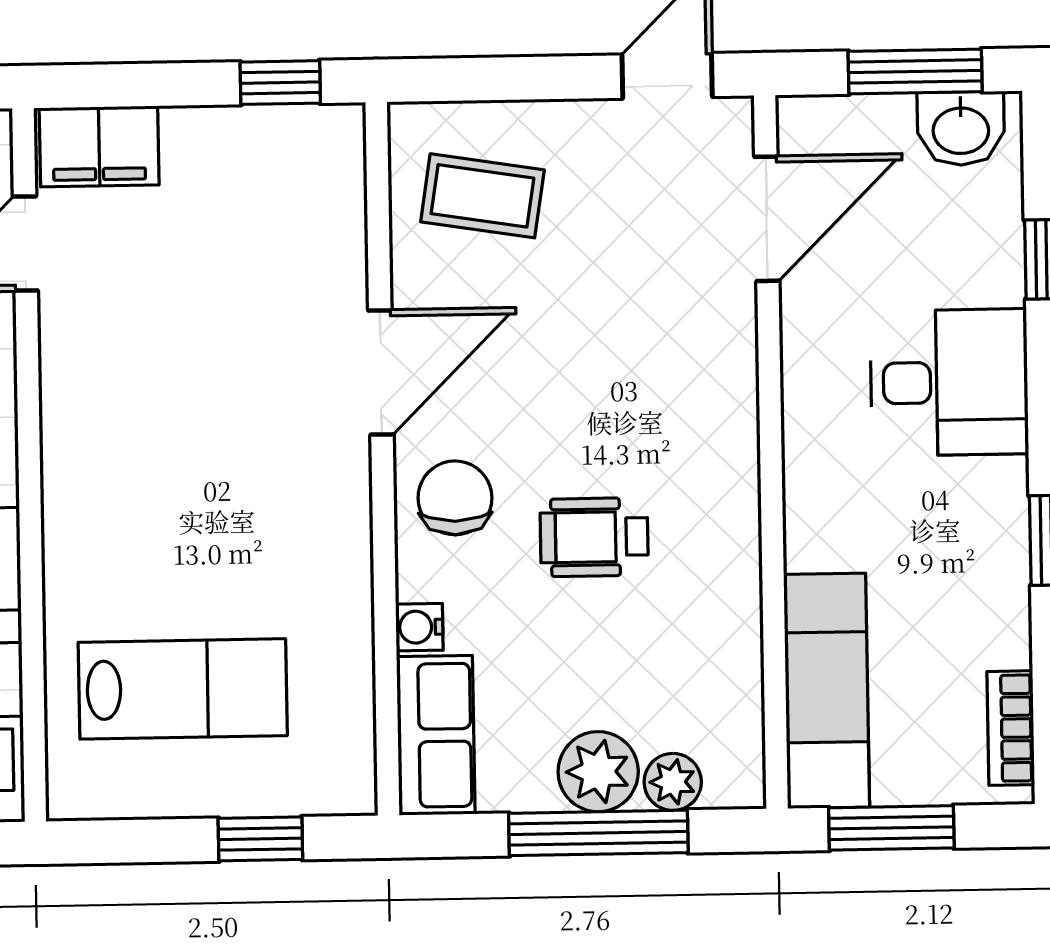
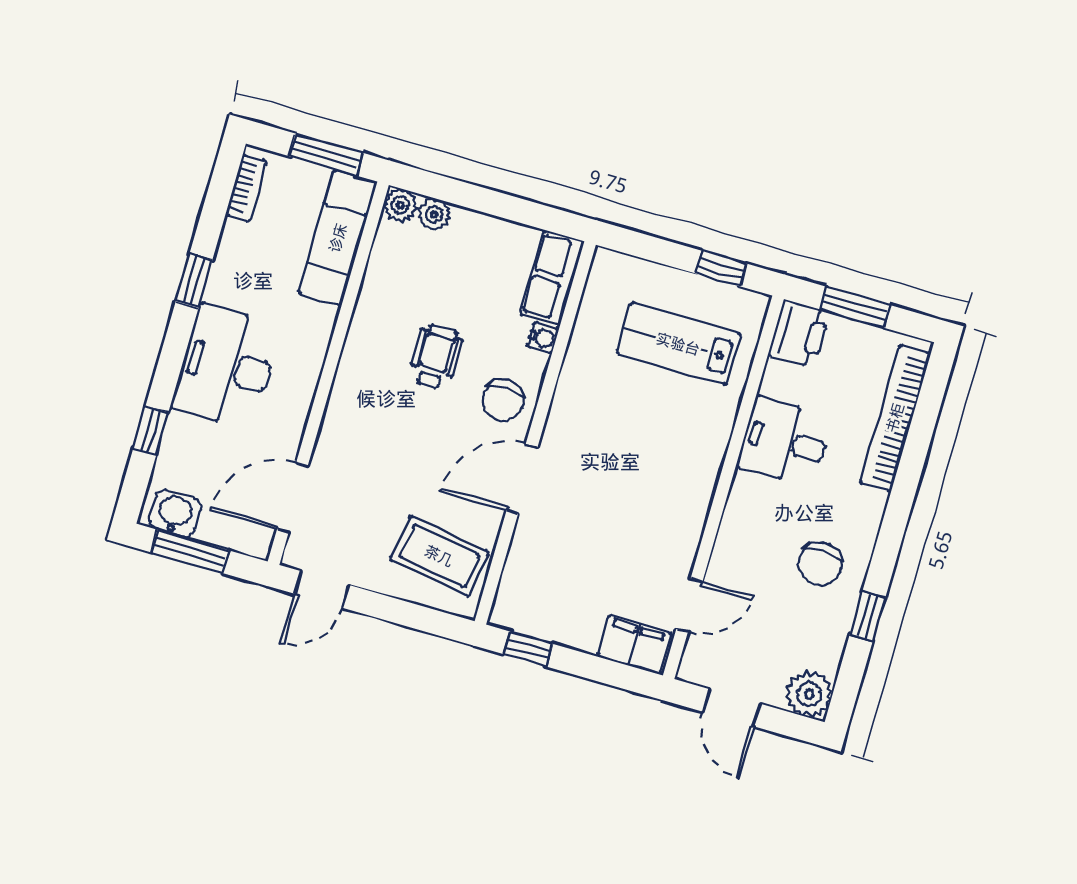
coffee table: (482, 196) -> (439, 556), width x1.36, depth x1.30
desk: (949, 382) -> (227, 367), width x1.37
wheelchair: (594, 537) -> (436, 357), turned -90
plant: (598, 772) -> (400, 205), moved, width x0.73, depth x0.73
window: (598, 833) -> (482, 199), removed
window: (260, 839) -> (721, 269), moved

